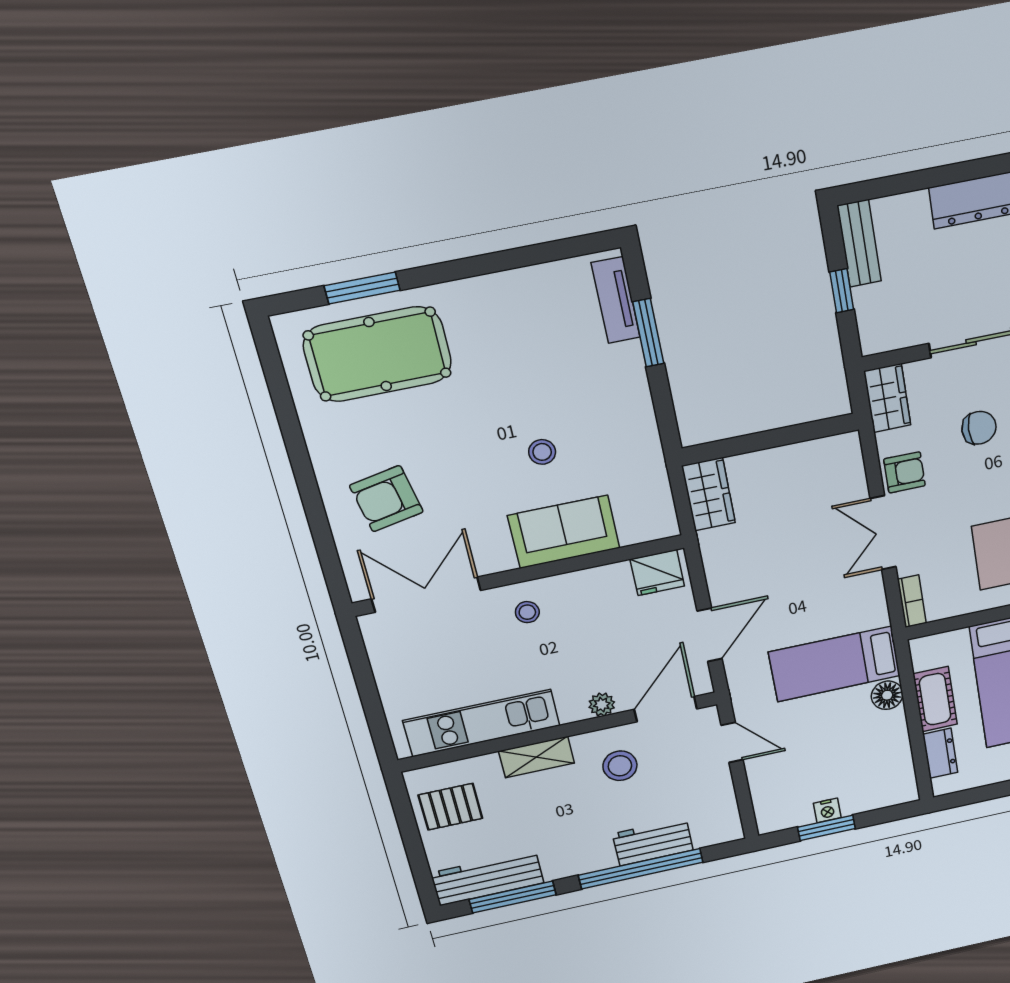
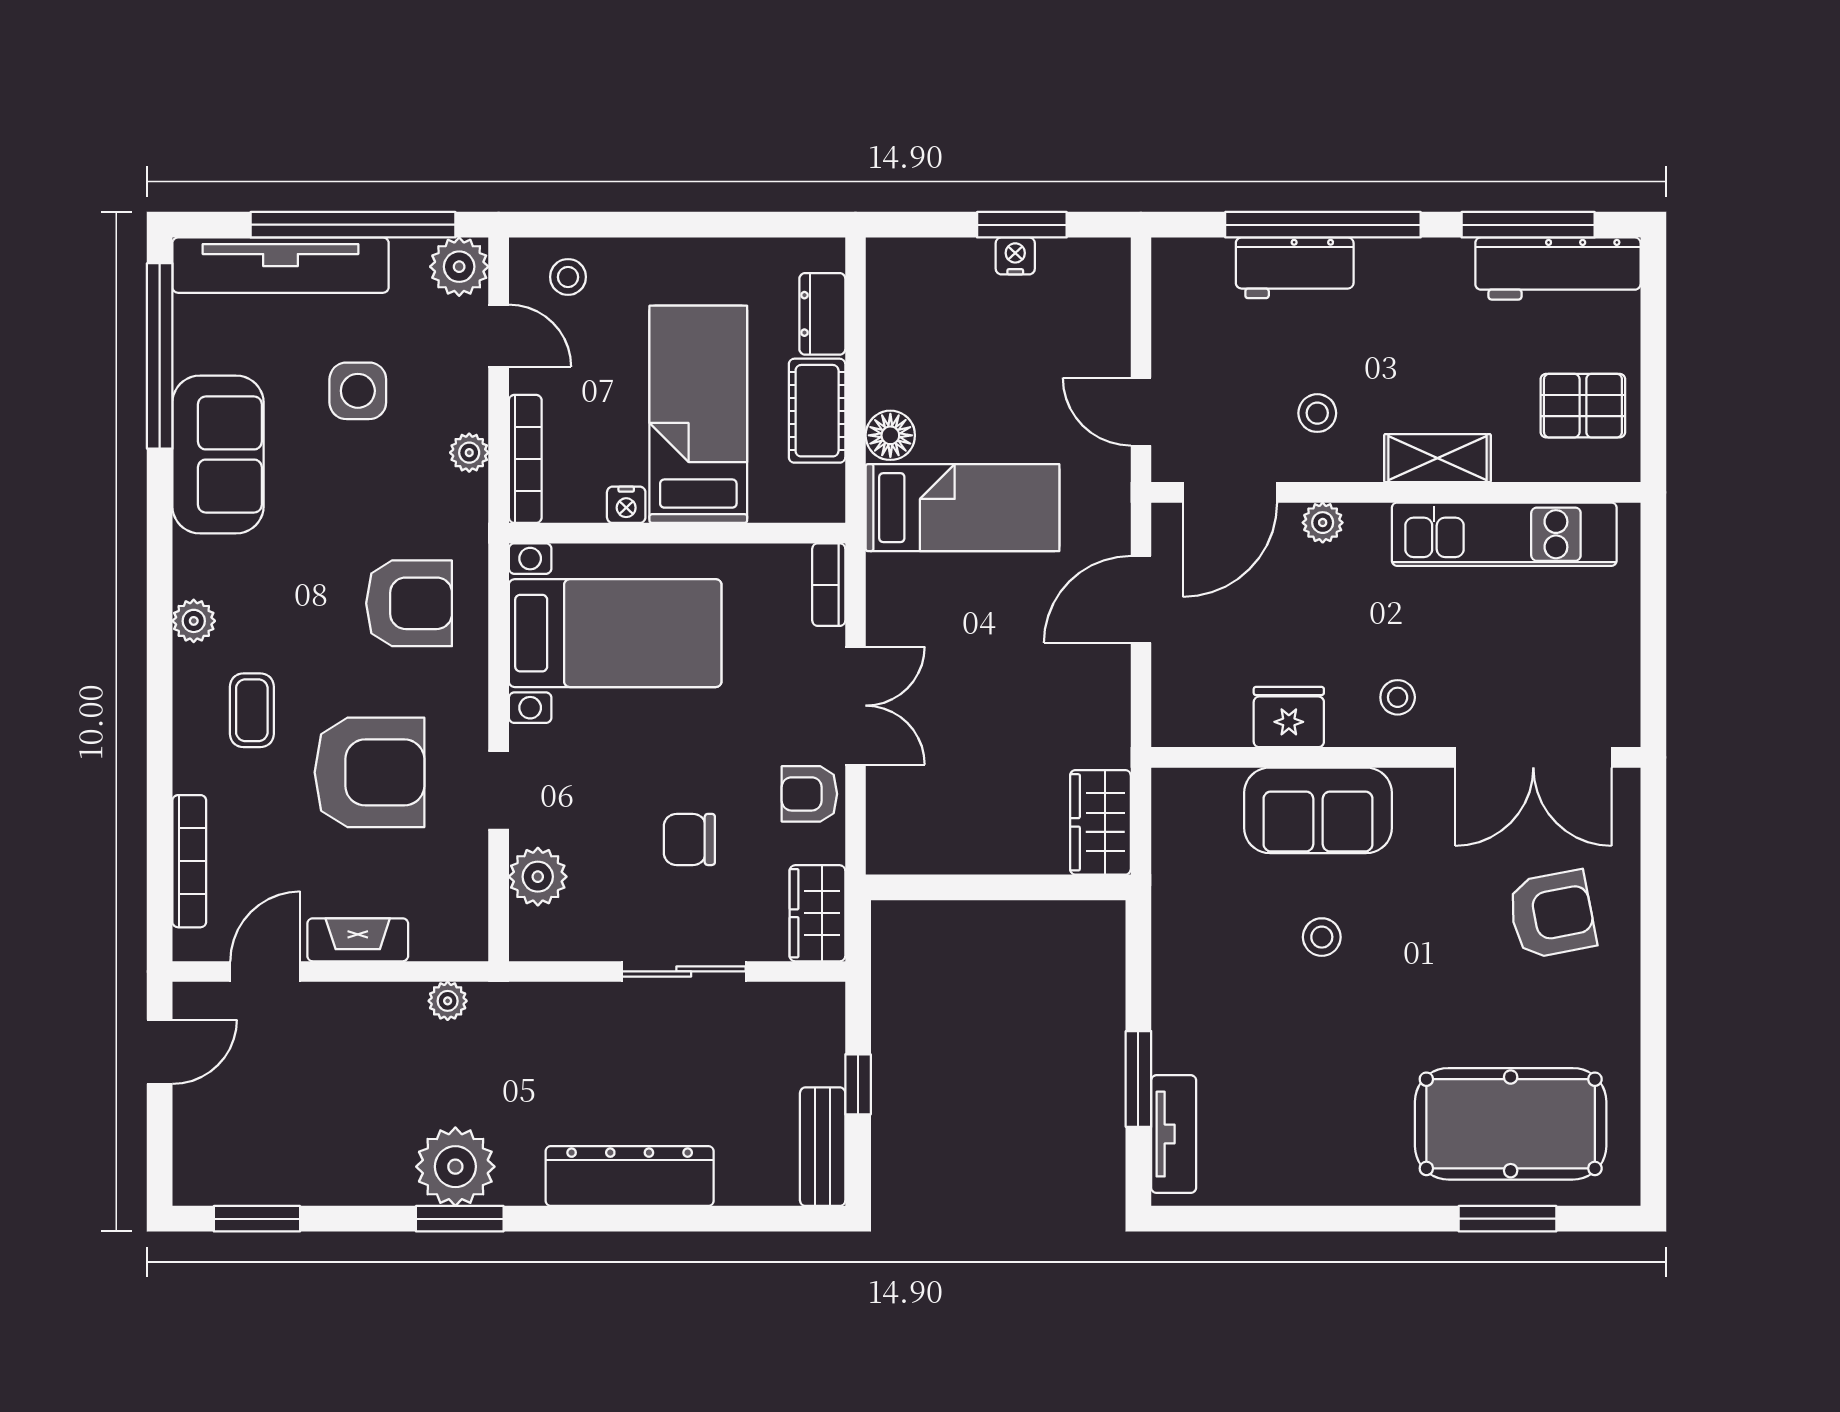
fridge: (657, 573) -> (1289, 717), moved
stool: (620, 766) -> (1317, 413), width x0.73, depth x0.73

